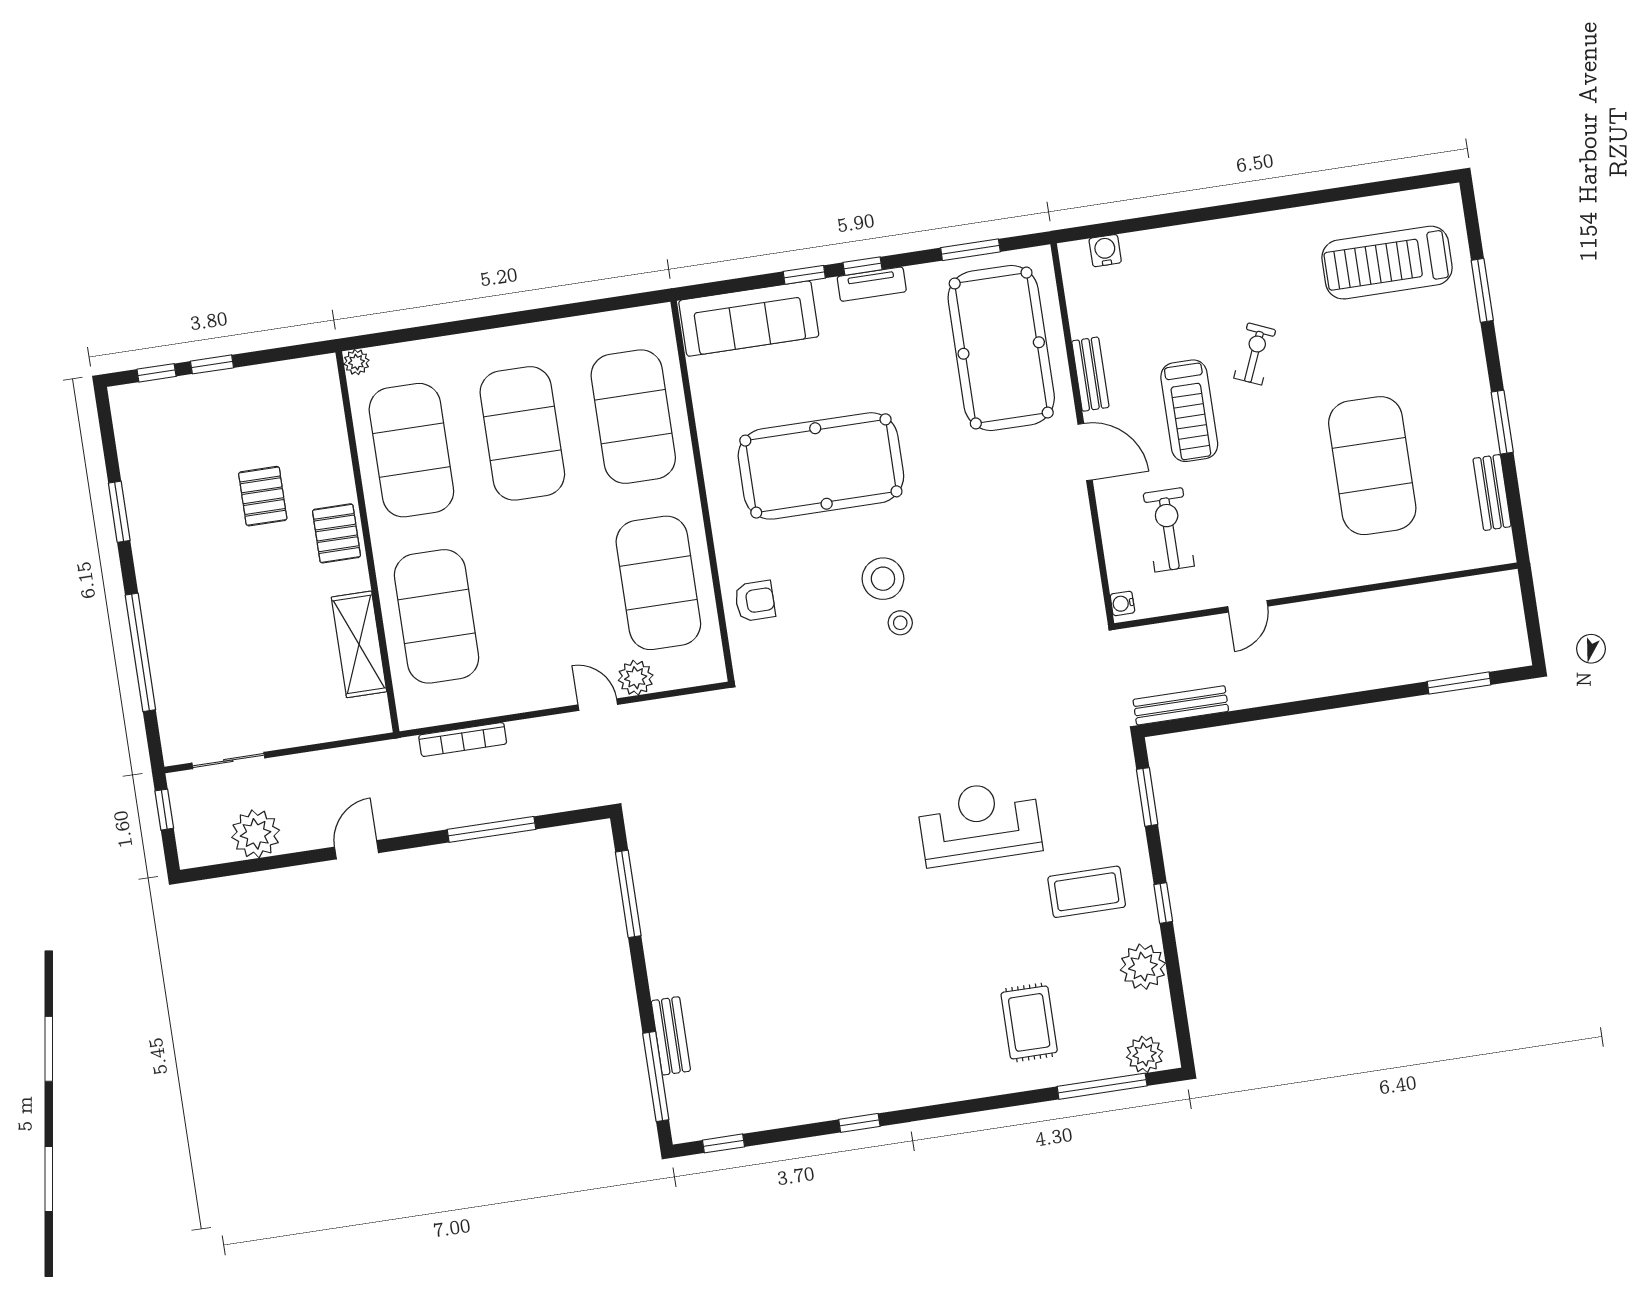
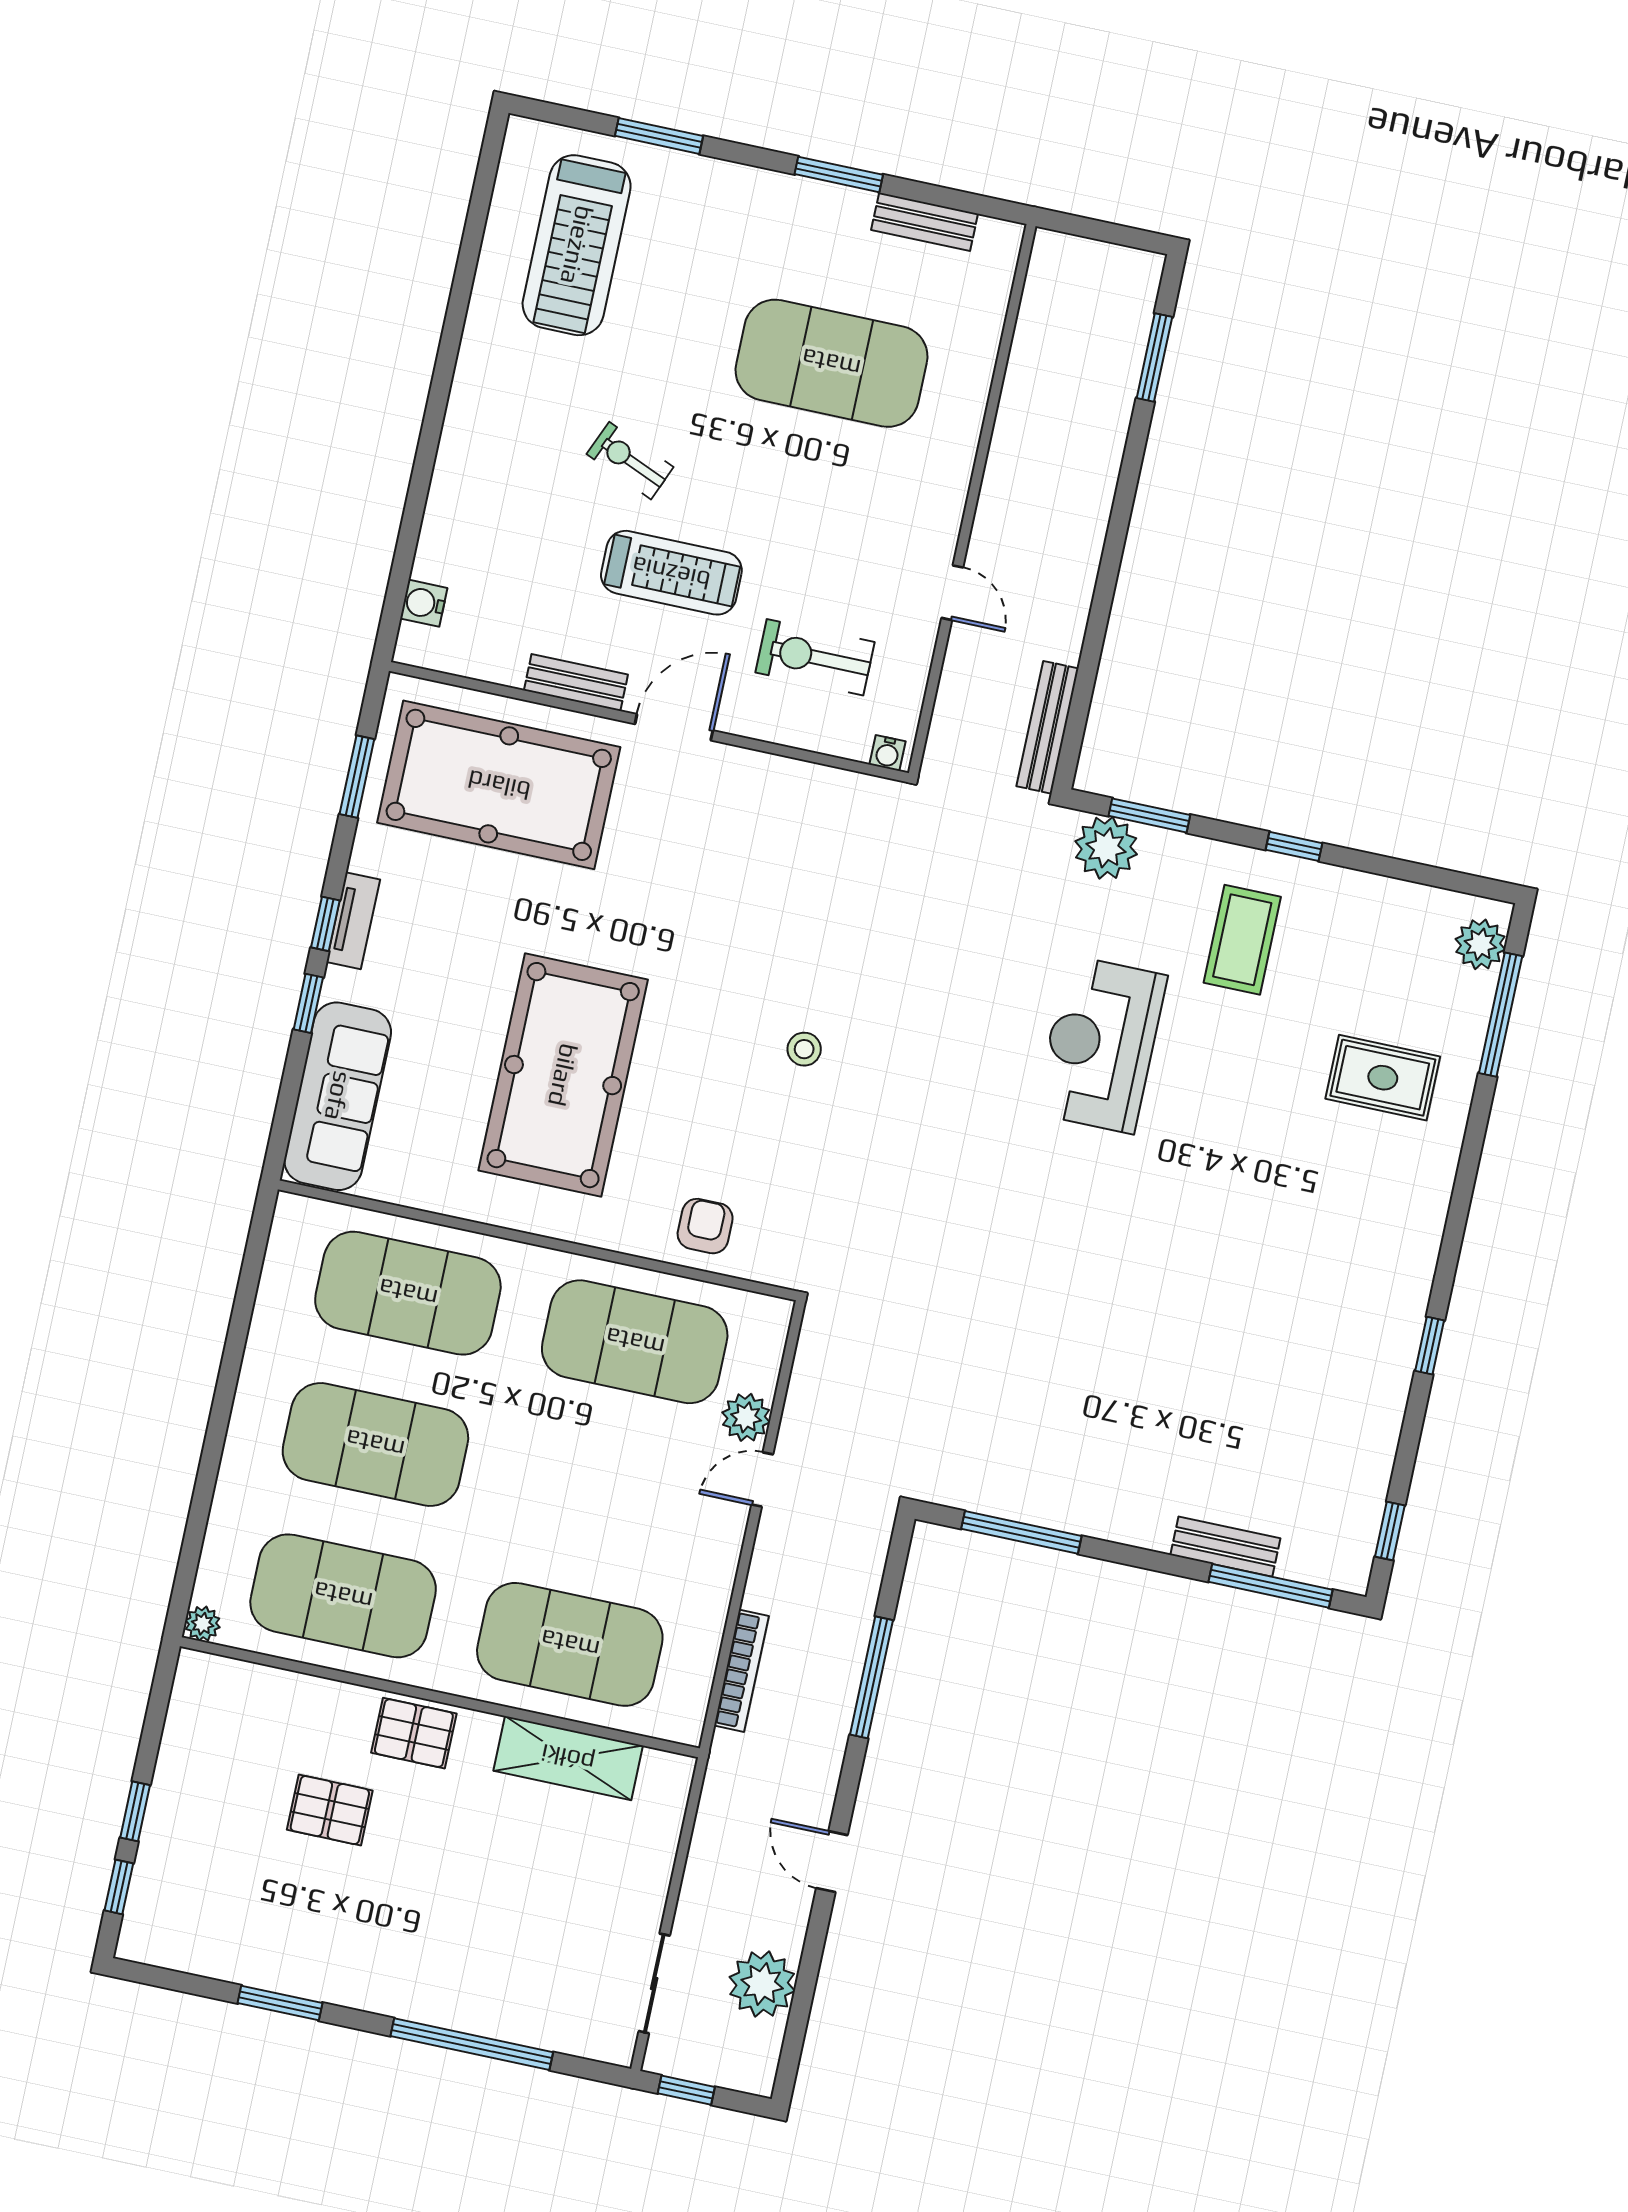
stool: (883, 579) -> (739, 1050), removed
plant: (1143, 967) -> (1106, 848), moved

